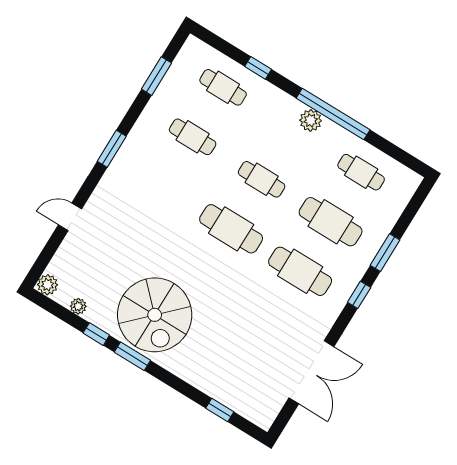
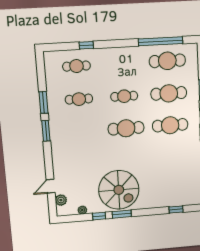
window: (156, 76) -> (44, 102), moved
window: (333, 114) -> (161, 41), moved
plant: (311, 120) -> (128, 53), removed
cafe table: (361, 172) -> (167, 61), width x1.37, depth x1.35
door: (70, 217) -> (51, 186), moved
plant: (48, 285) -> (61, 200), moved

